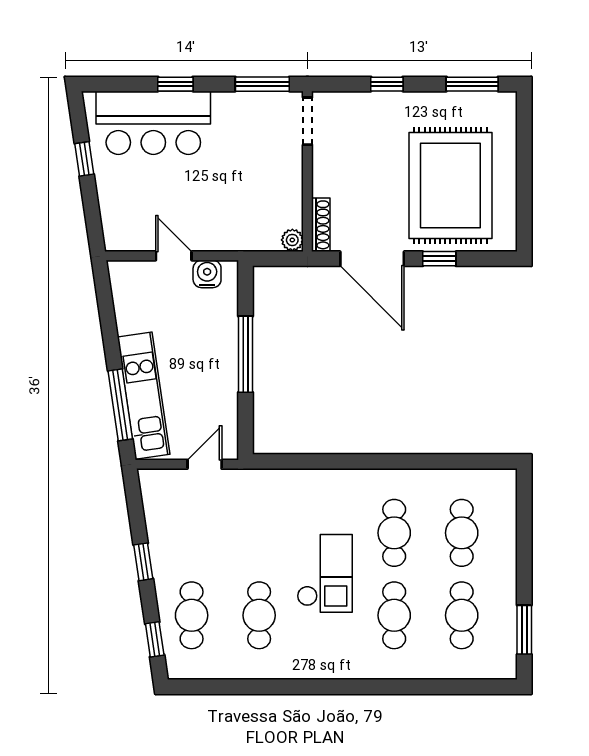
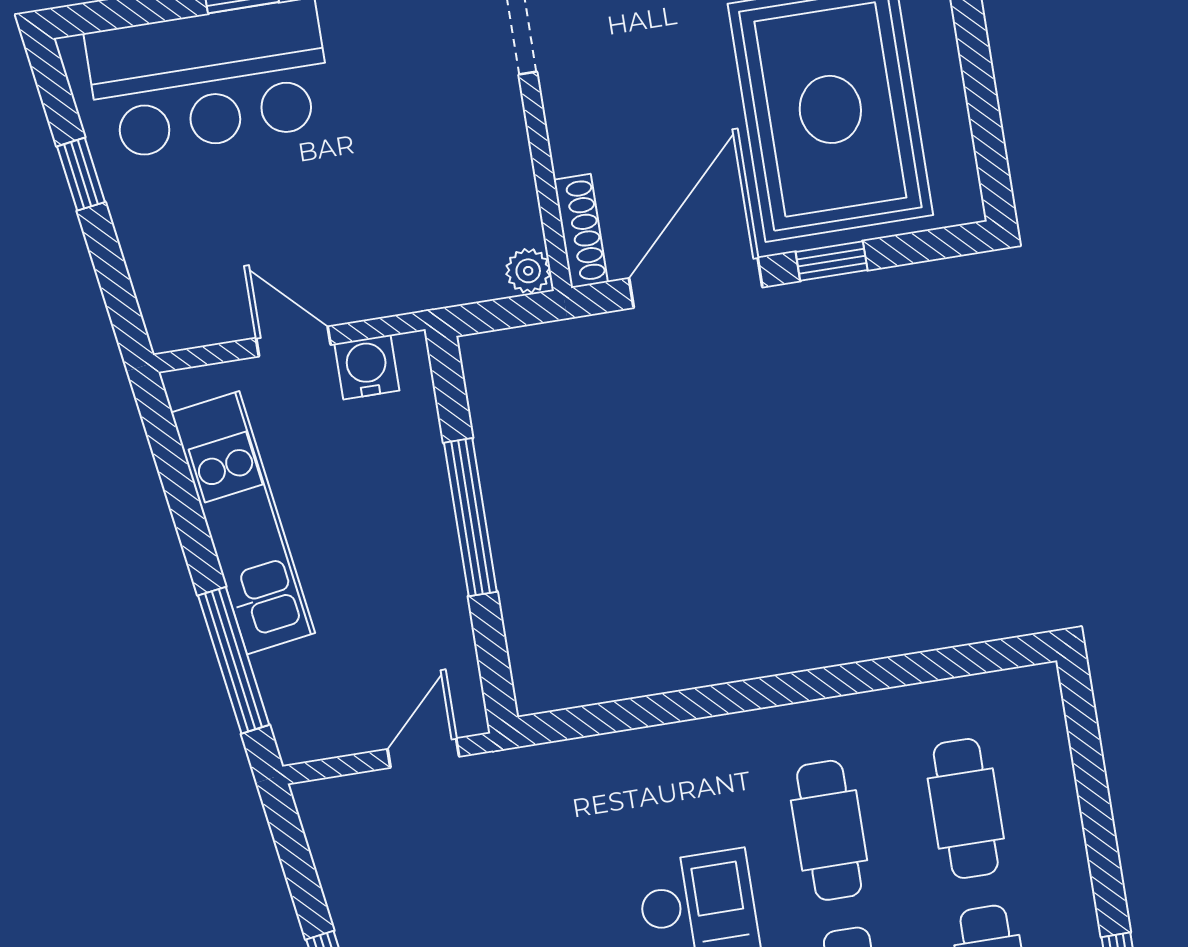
door: (372, 259) -> (696, 283), swing flipped
kitchen unit: (144, 396) -> (243, 523), moved

